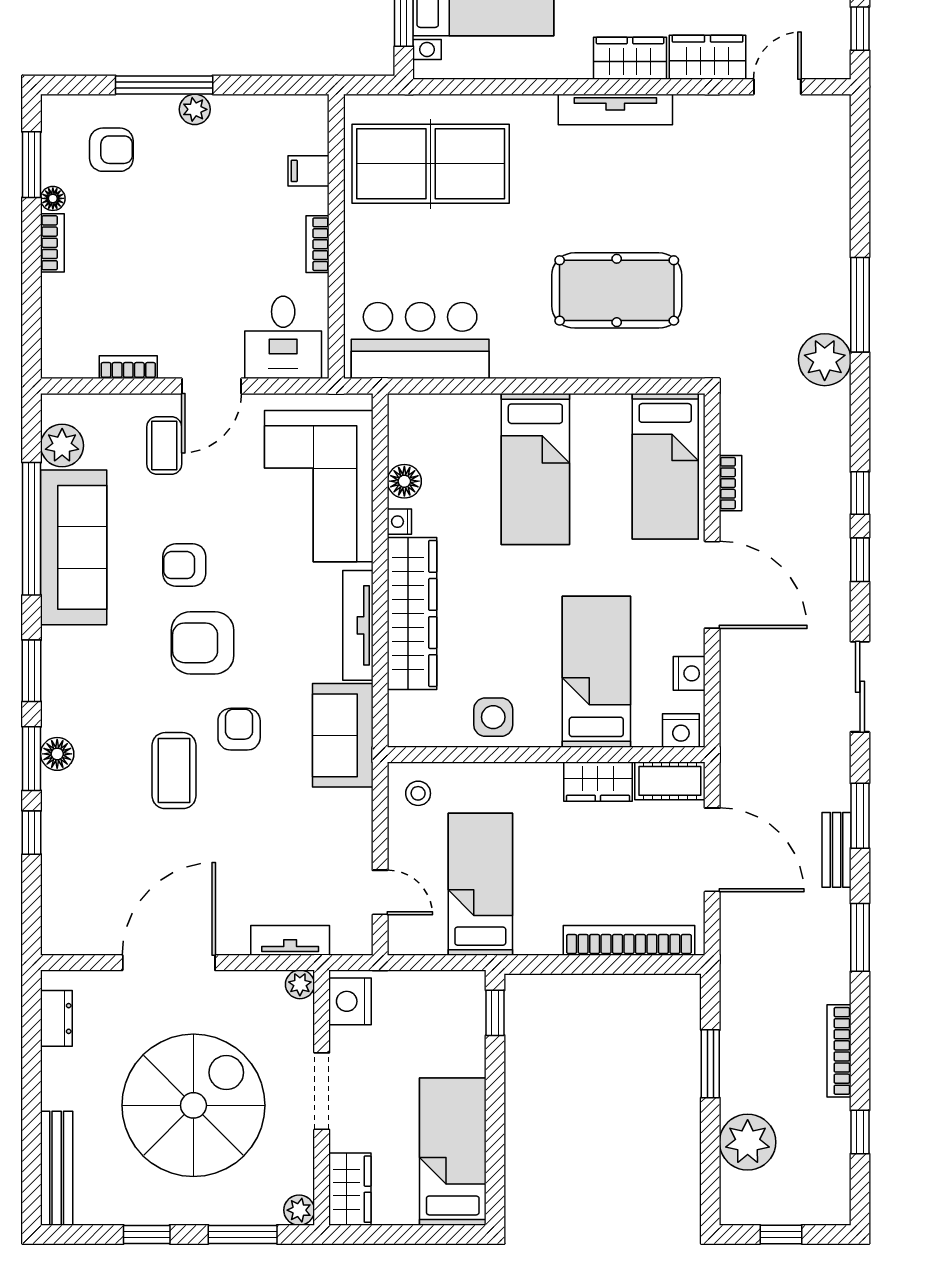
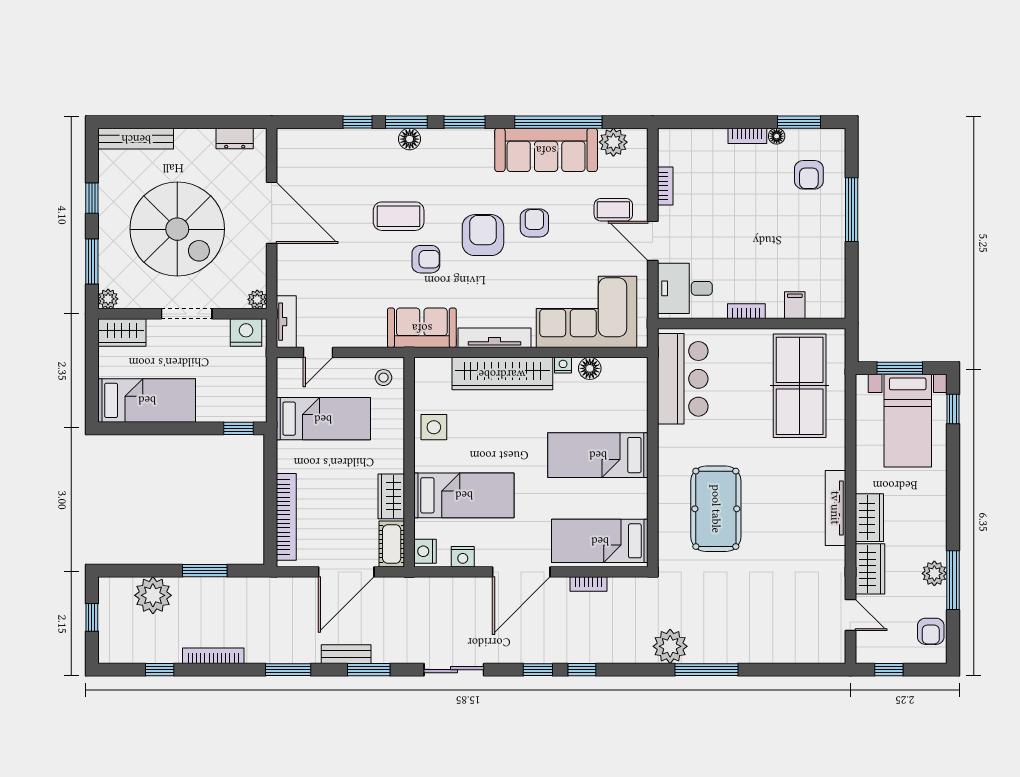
plant: (195, 109) -> (836, 230), removed
tv unit: (290, 940) -> (286, 322), moved

